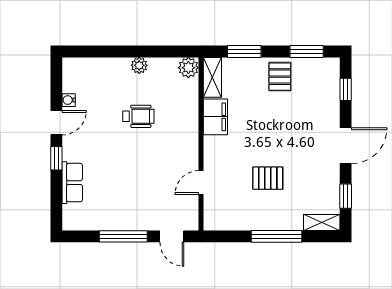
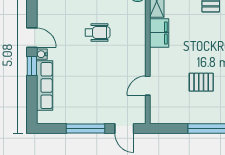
water cooler: (69, 100) -> (42, 54), moved
door: (56, 123) -> (32, 38), hinge flipped
row of seats: (72, 183) -> (45, 86), width x1.48

